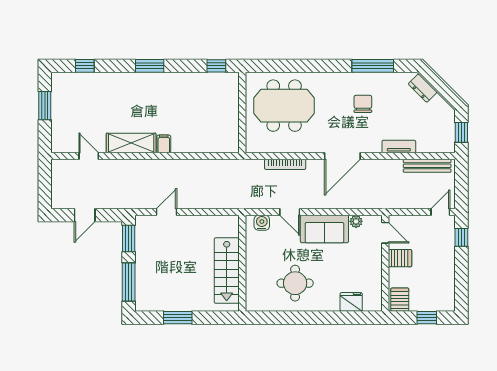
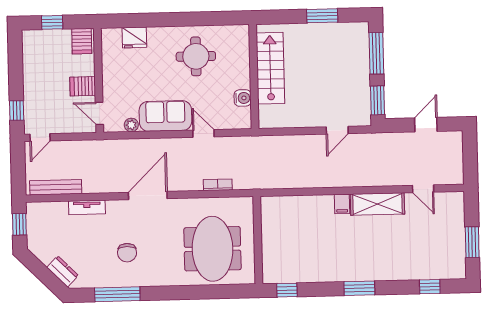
meeting table: (284, 106) -> (212, 249), turned 90
bookcase: (285, 164) -> (218, 185), width x0.64
water cooler: (262, 223) -> (243, 98), moved, turned -90

